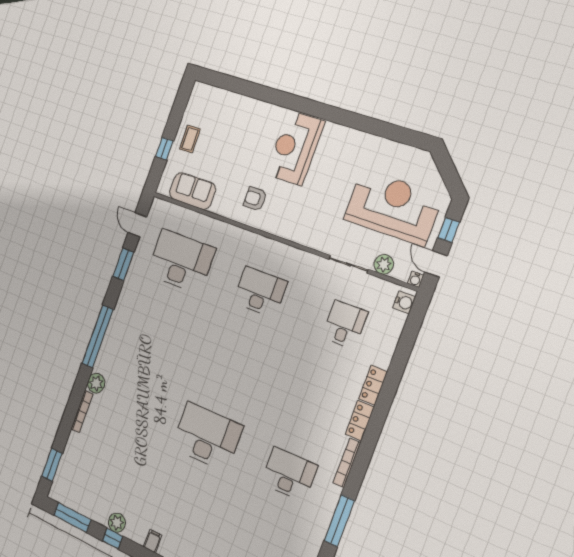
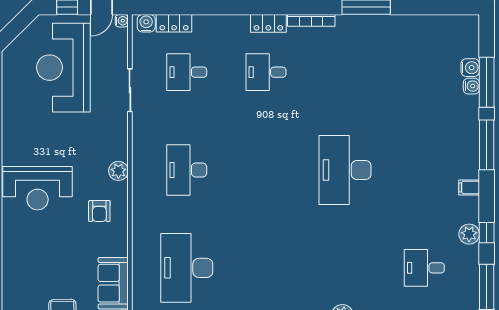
plant: (384, 264) -> (118, 171), moved
locker: (373, 385) -> (174, 23), moved
desk: (106, 471) -> (424, 268), added
desk: (289, 474) -> (266, 72), moved, width x0.73

